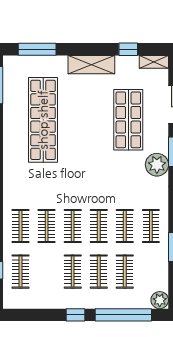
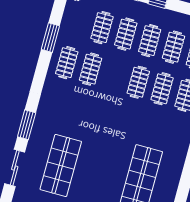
plant: (157, 165) -> (46, 117), removed
clothes rail: (99, 226) -> (173, 47), moved

